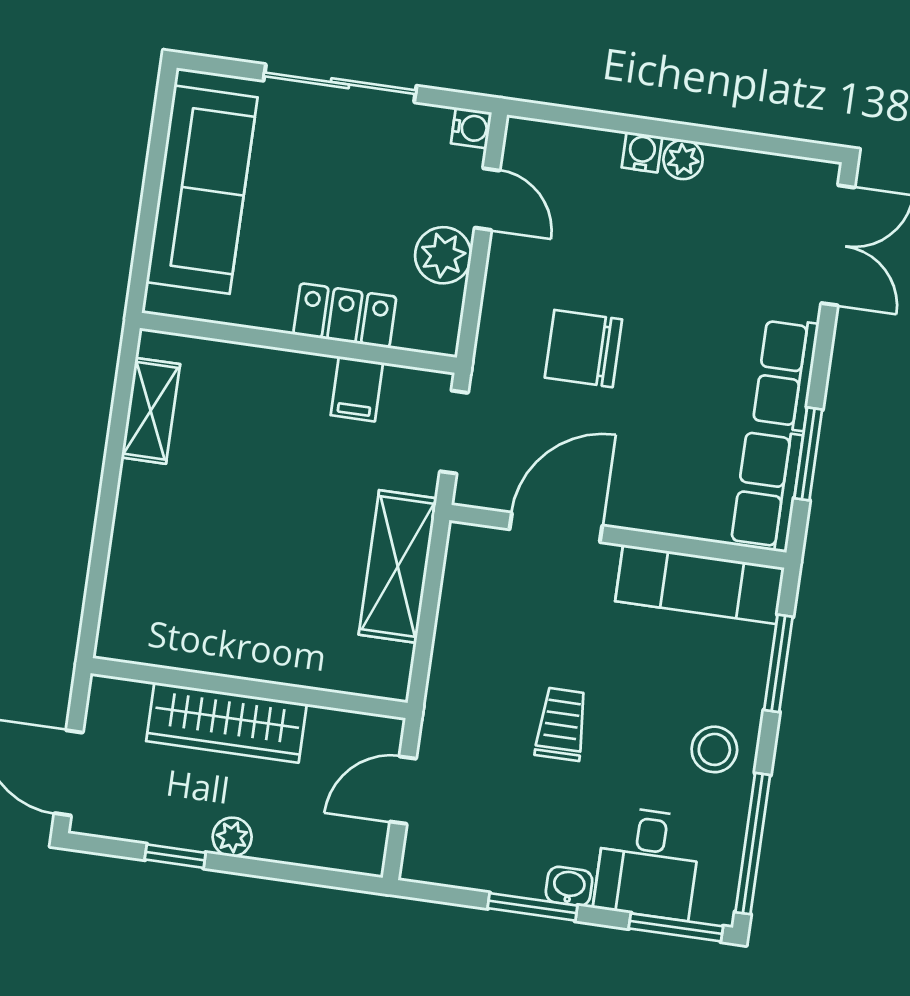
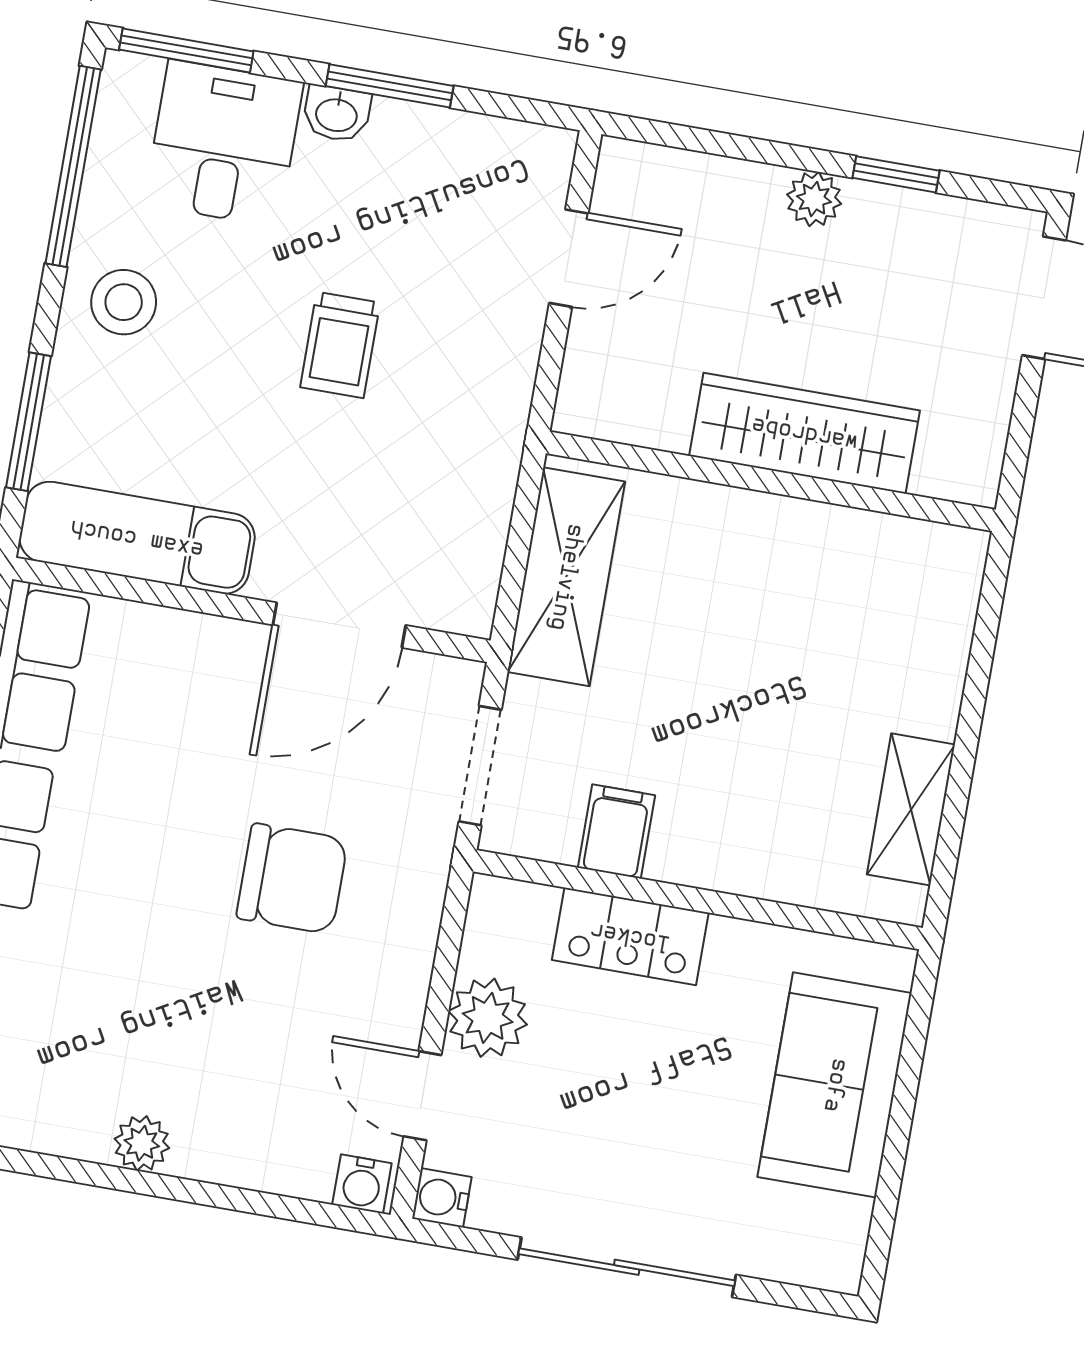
water cooler: (642, 152) -> (362, 1184), moved
sofa: (202, 190) -> (835, 1085), width x0.73
wall: (249, 688) -> (771, 481), moved
wardrobe: (227, 723) -> (805, 433), moved

